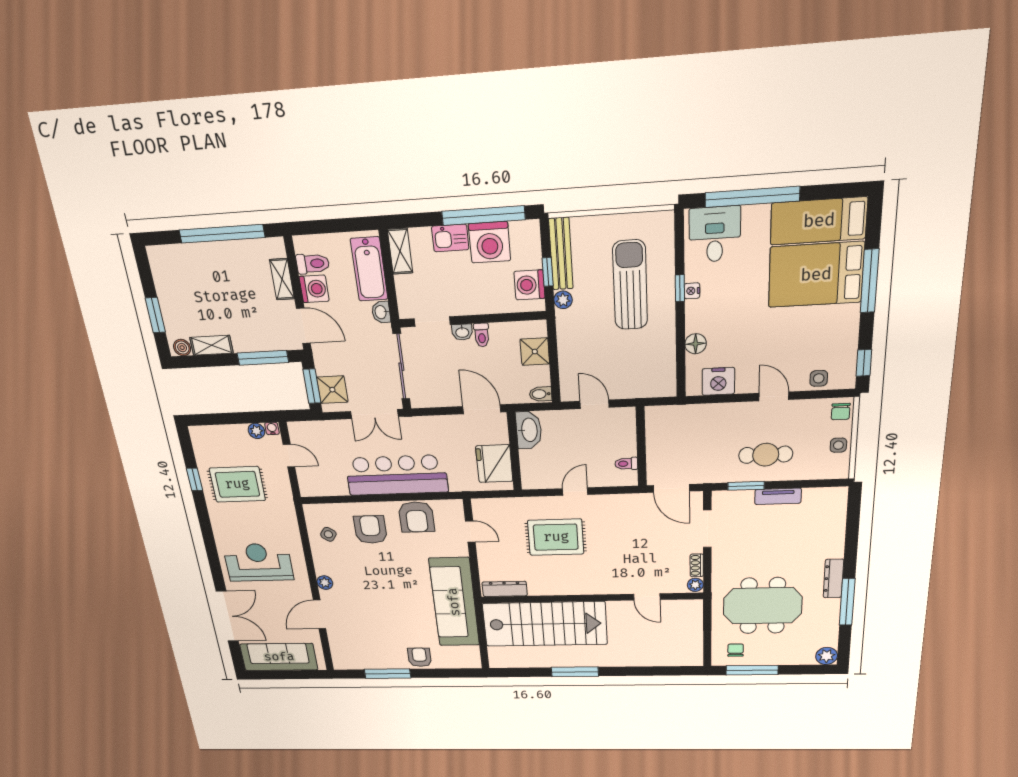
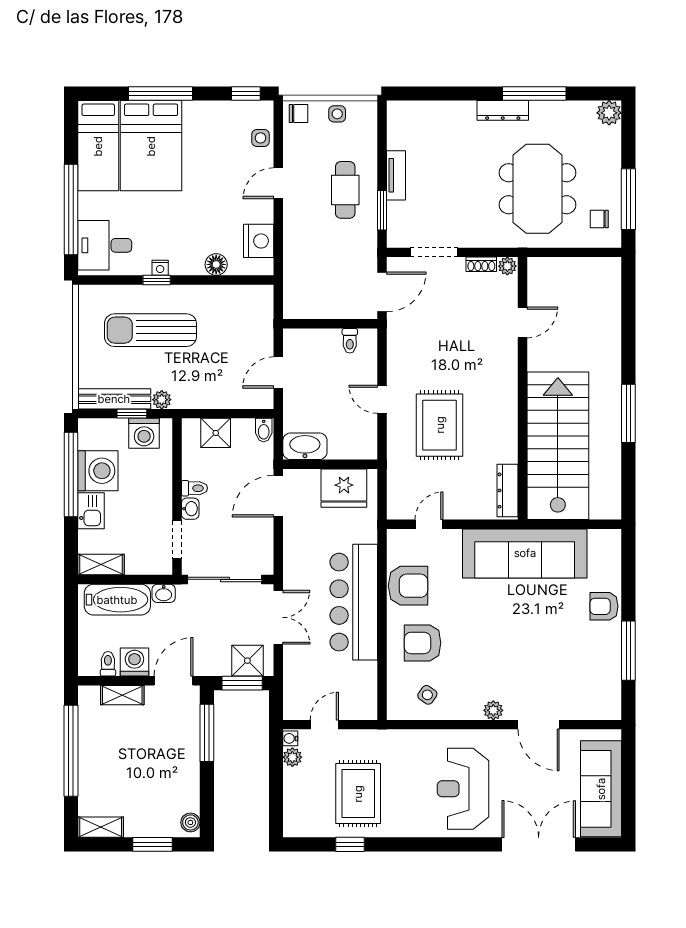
toilet: (313, 264) -> (108, 664), width x0.73, depth x0.72
shelving: (211, 345) -> (101, 827), moved, turned 90

